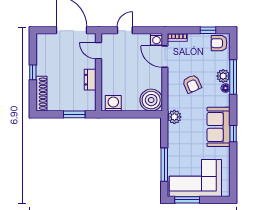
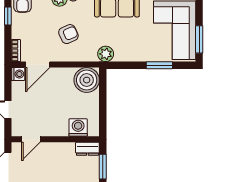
dresser: (90, 80) -> (87, 149), moved
washing machine: (113, 103) -> (78, 128), moved, turned 90
window: (164, 165) -> (159, 65), width x0.69

